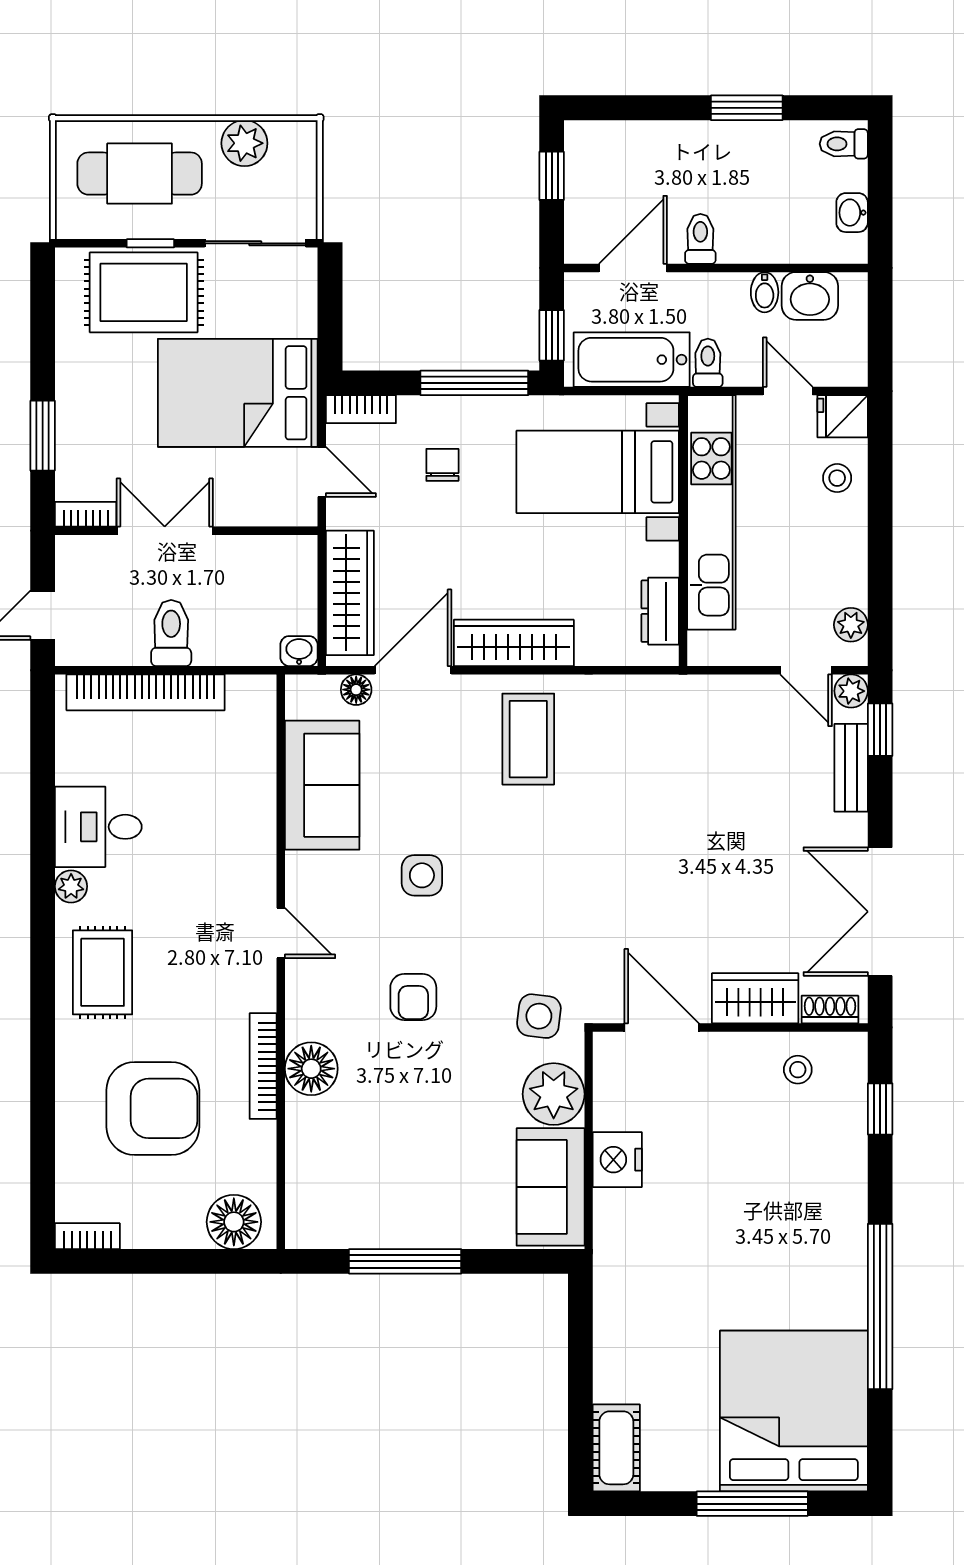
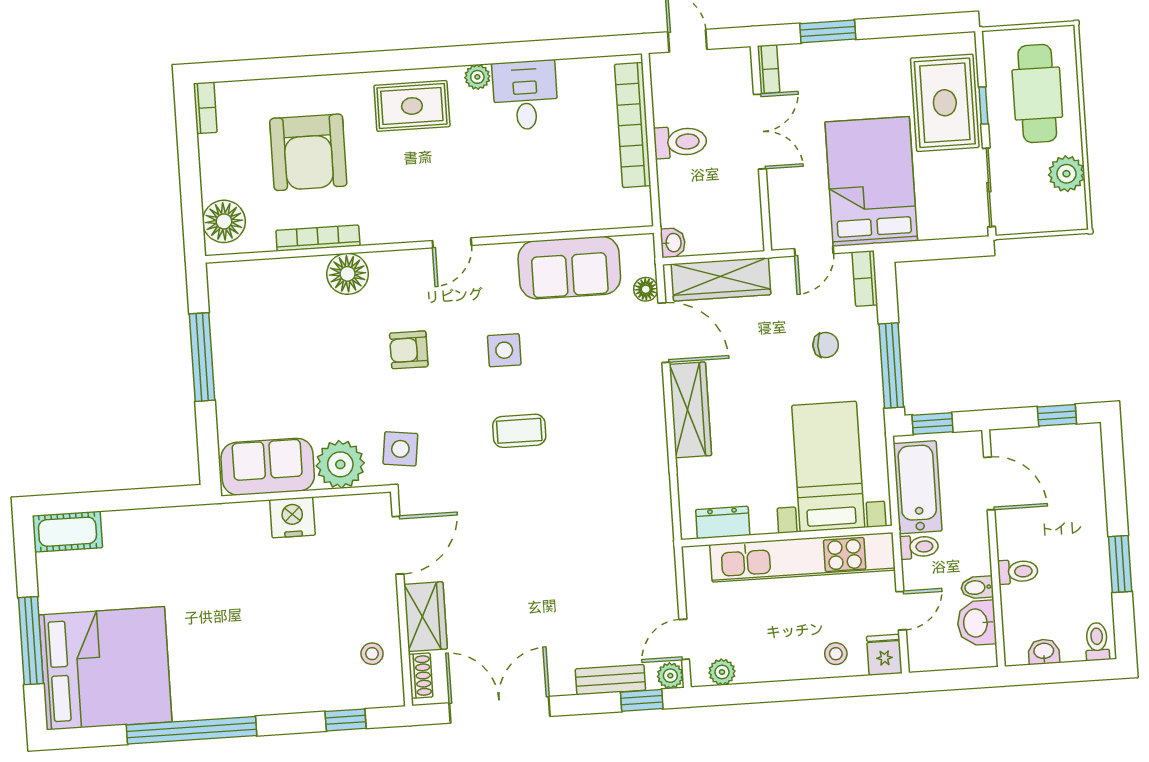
toilet: (700, 239) -> (1018, 572), moved
coffee table: (528, 739) -> (519, 431), moved, width x0.73, depth x0.77
bookcase: (263, 1066) -> (318, 238), moved

